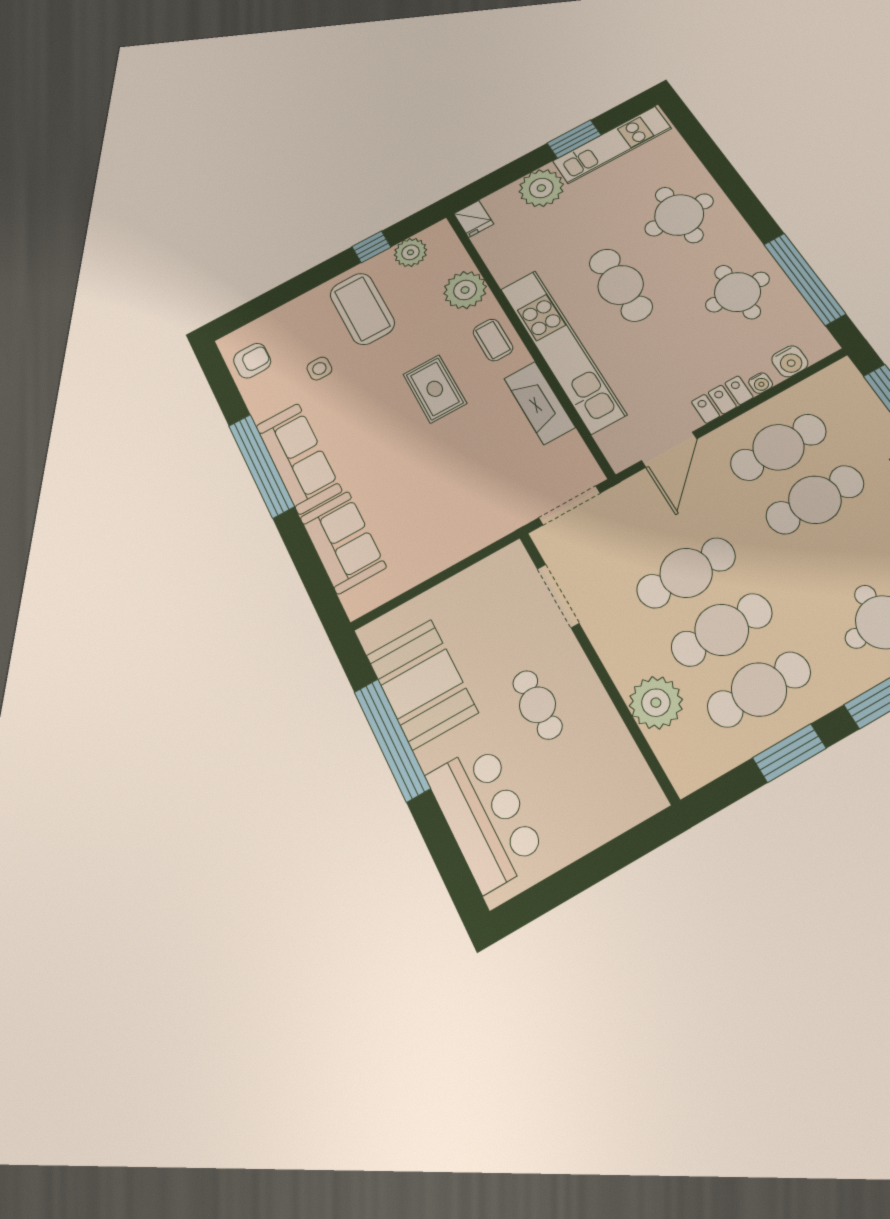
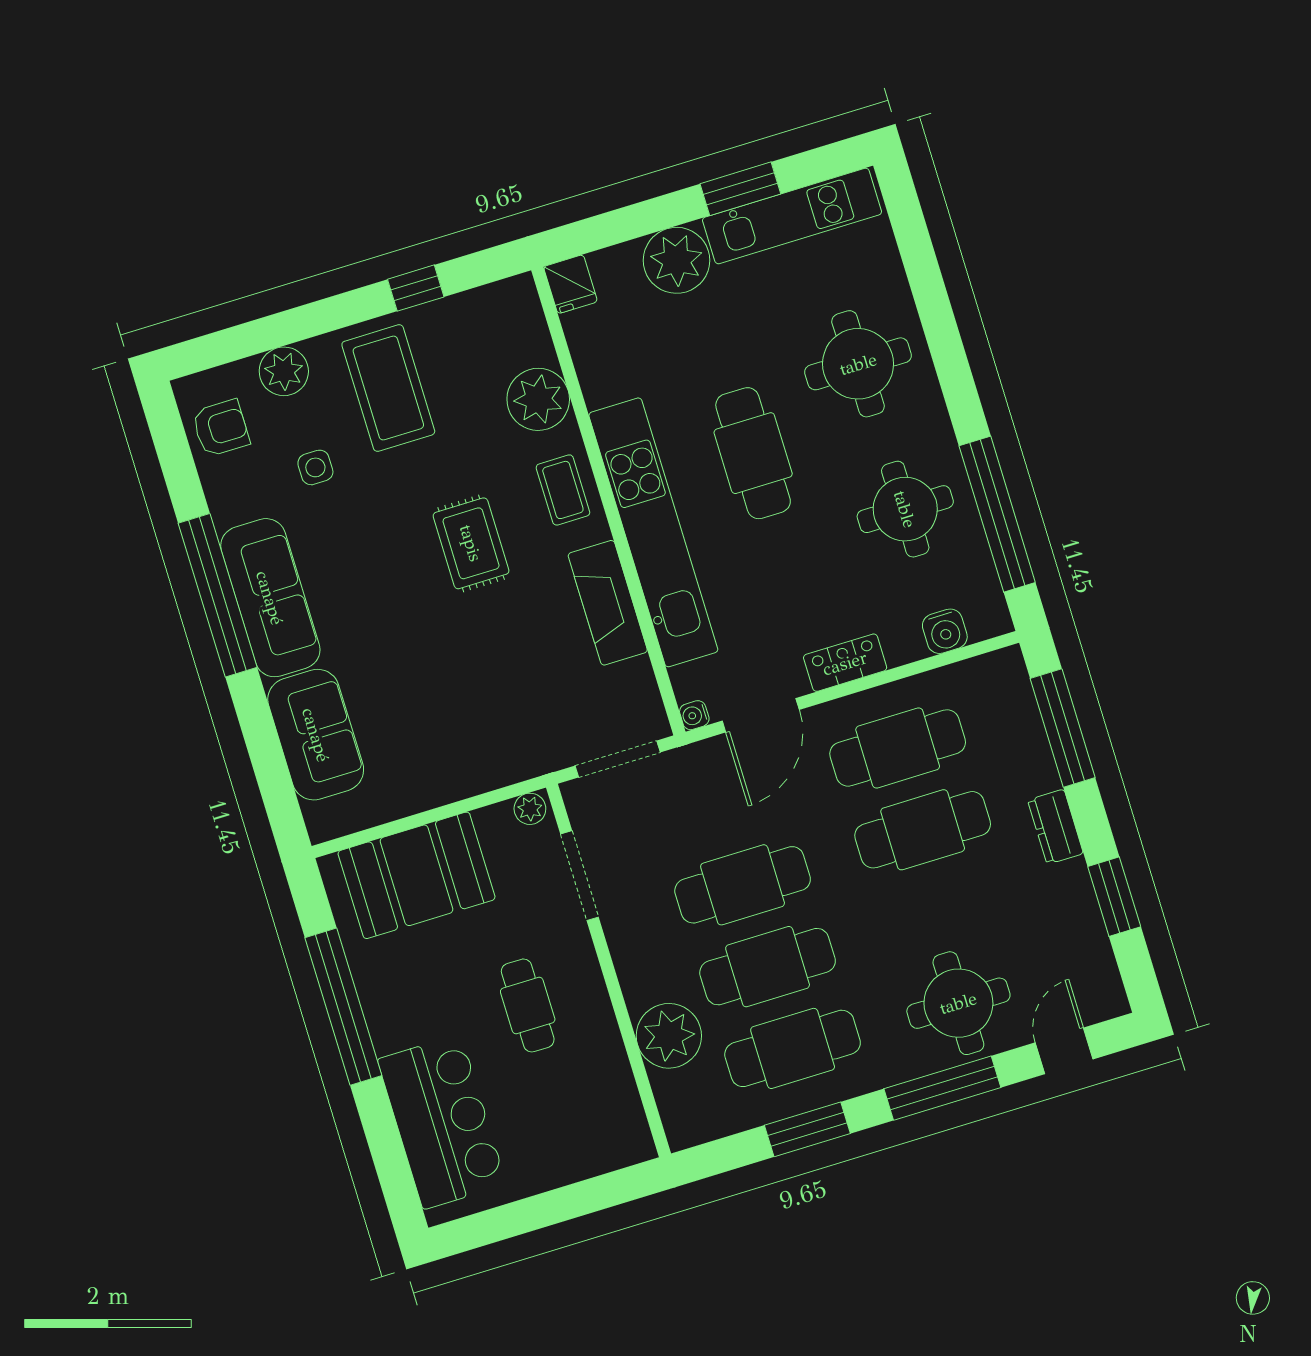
plant: (410, 252) -> (284, 371), moved
water cooler: (761, 383) -> (694, 715), moved, turned 90
plant: (511, 556) -> (530, 809), added
booth: (422, 684) -> (417, 875), moved, turned 90

